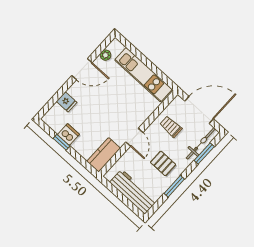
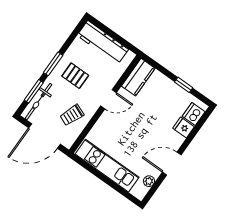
trolley: (171, 127) -> (72, 115), turned 112
dishwasher: (68, 134) -> (194, 114), moved, turned 90
door: (134, 137) -> (108, 99), swing flipped
window: (174, 186) -> (53, 64), moved

